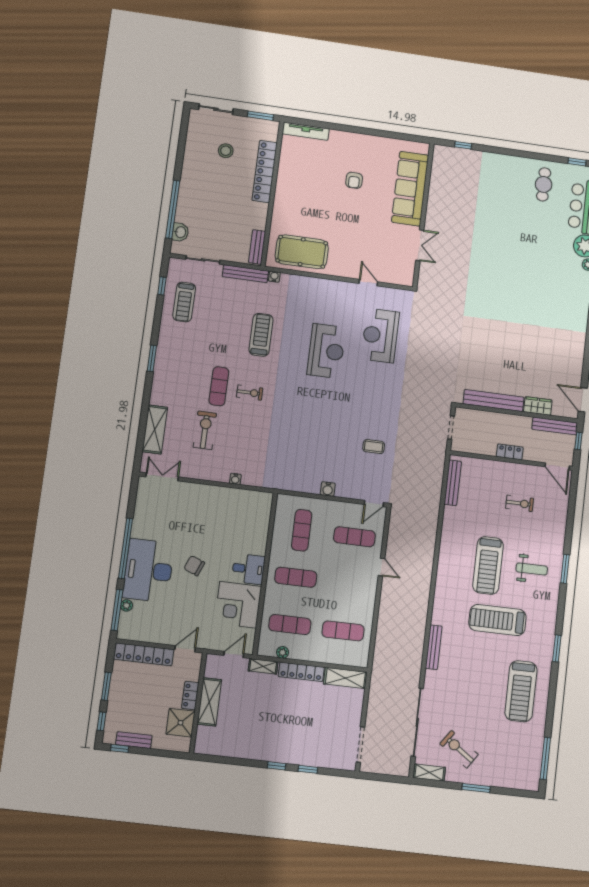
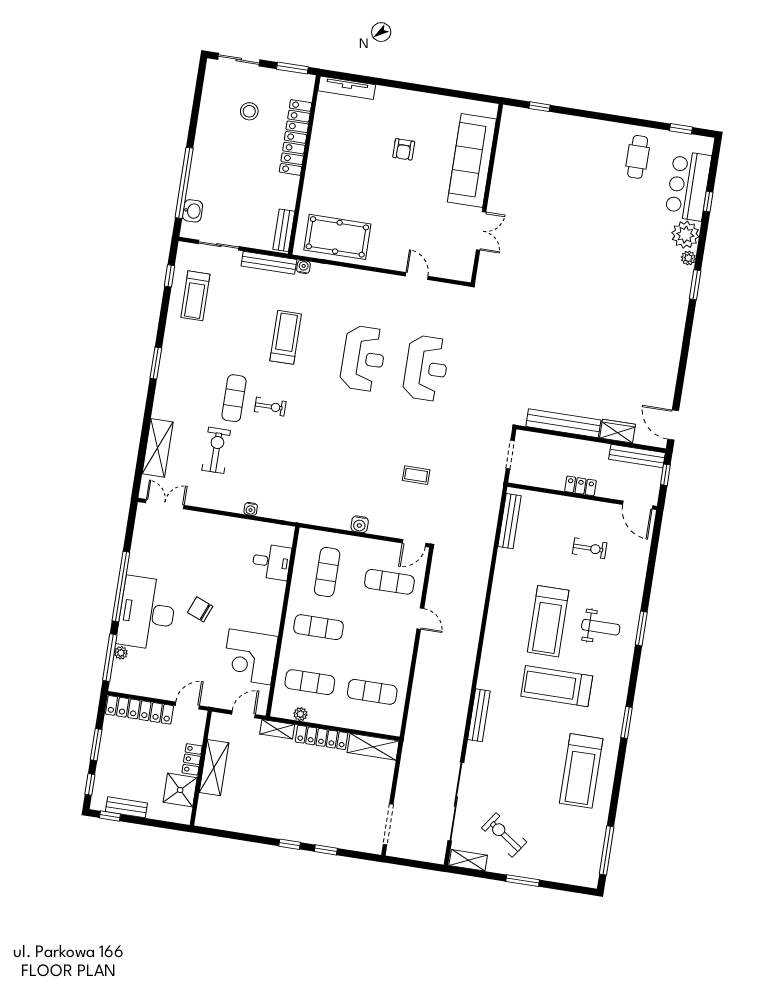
reception desk: (380, 336) -> (426, 368), moved, turned 180
desk: (248, 569) -> (272, 562), moved

